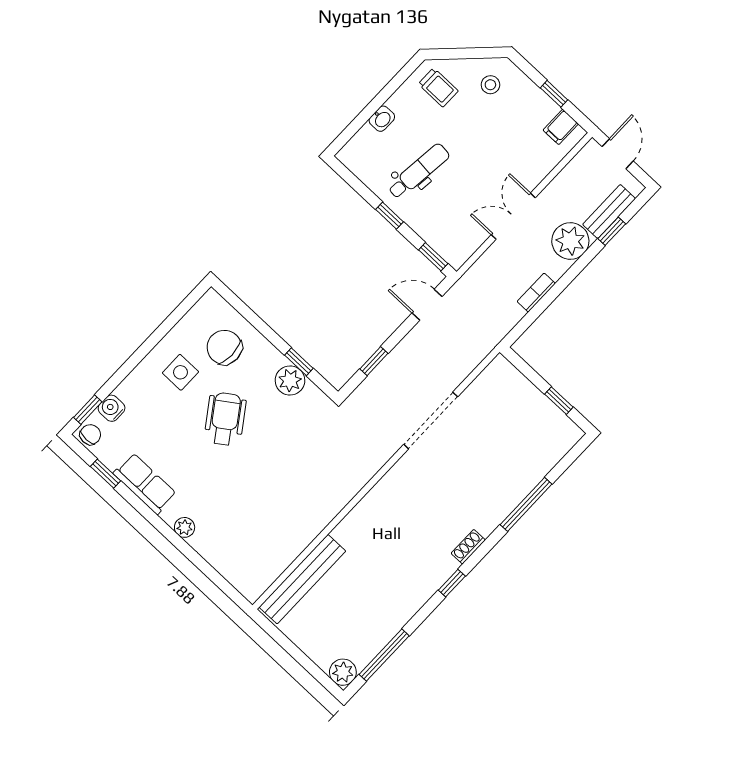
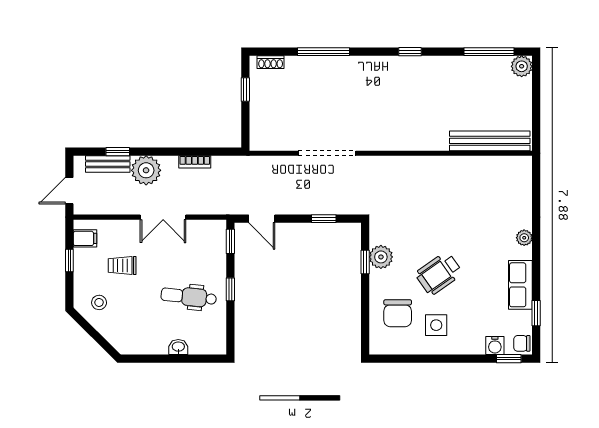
trolley: (438, 87) -> (122, 266), moved, turned -90
shoe rack: (468, 547) -> (271, 62), moved

